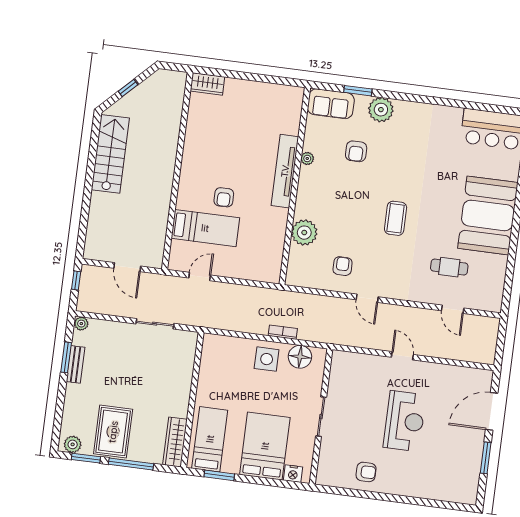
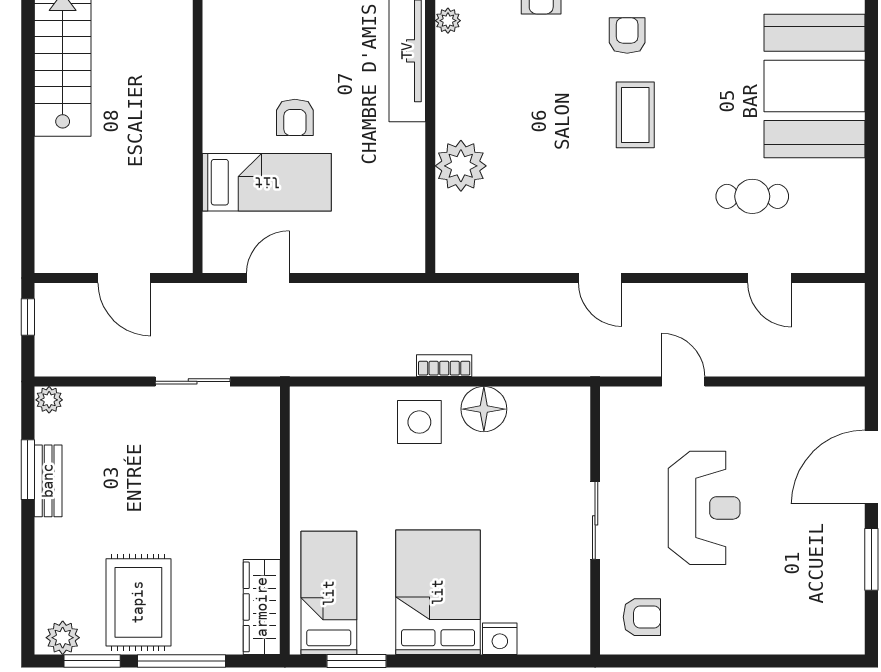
armchair: (343, 266) -> (627, 35), moved
sliding door: (321, 417) -> (595, 520), moved
wall: (321, 417) -> (595, 520), moved

